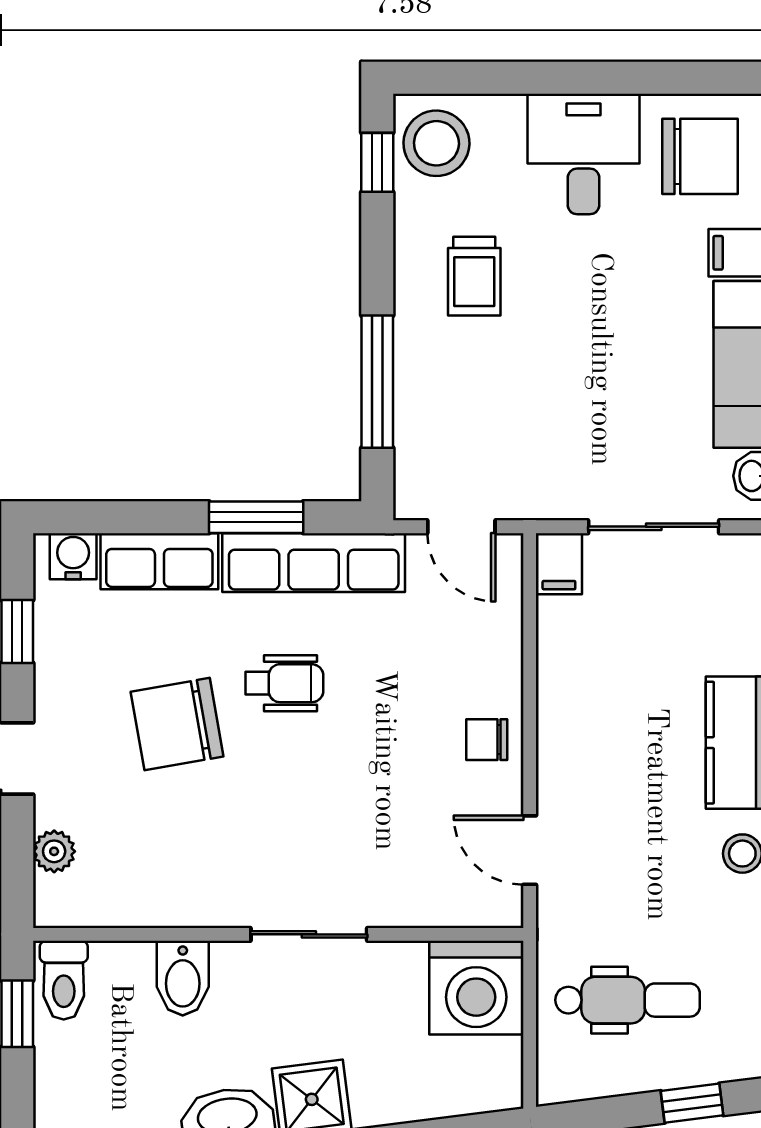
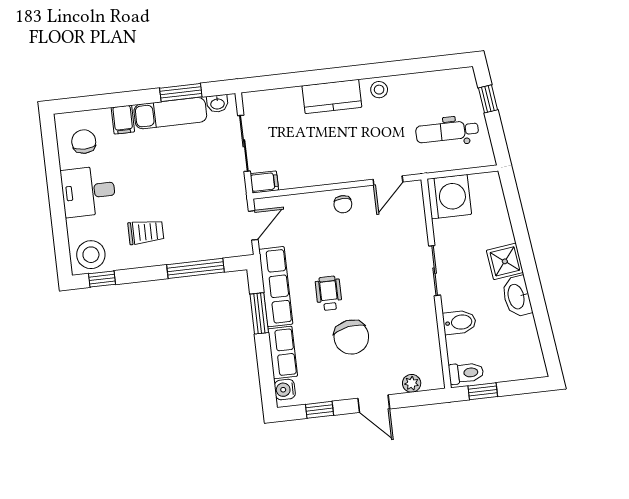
chair: (700, 156) -> (84, 142), width x0.73, depth x0.73
dental chair: (628, 1000) -> (447, 131), turned -90

